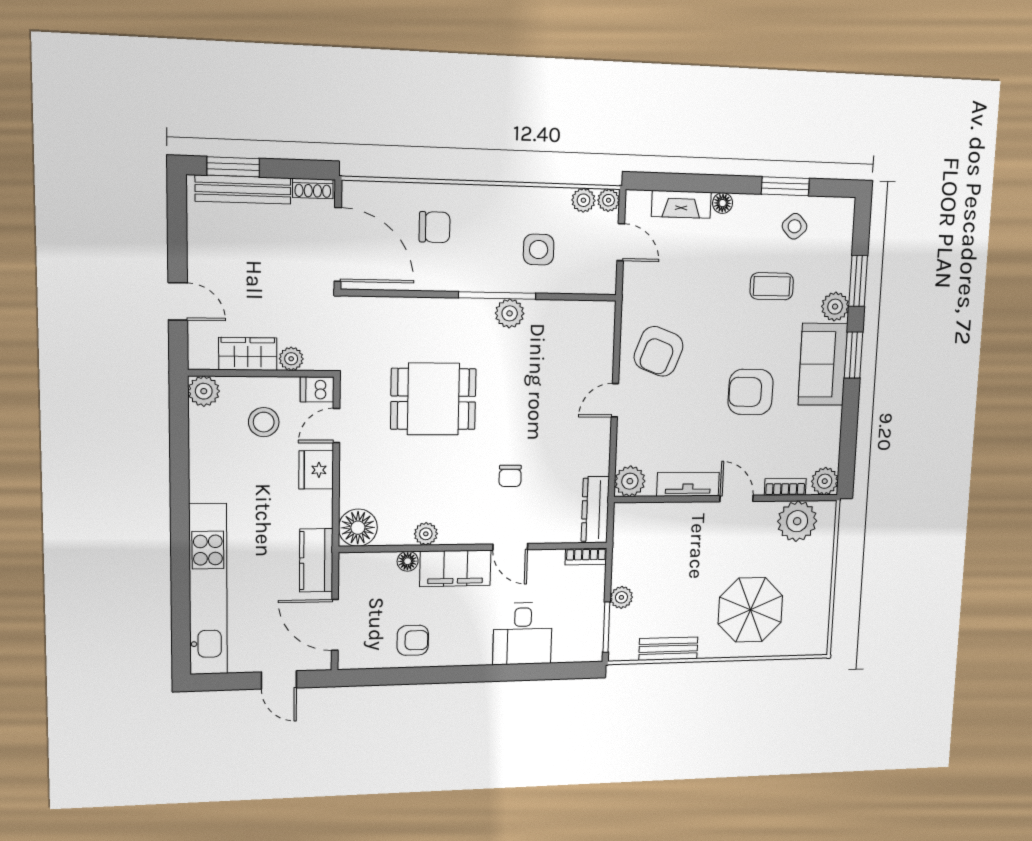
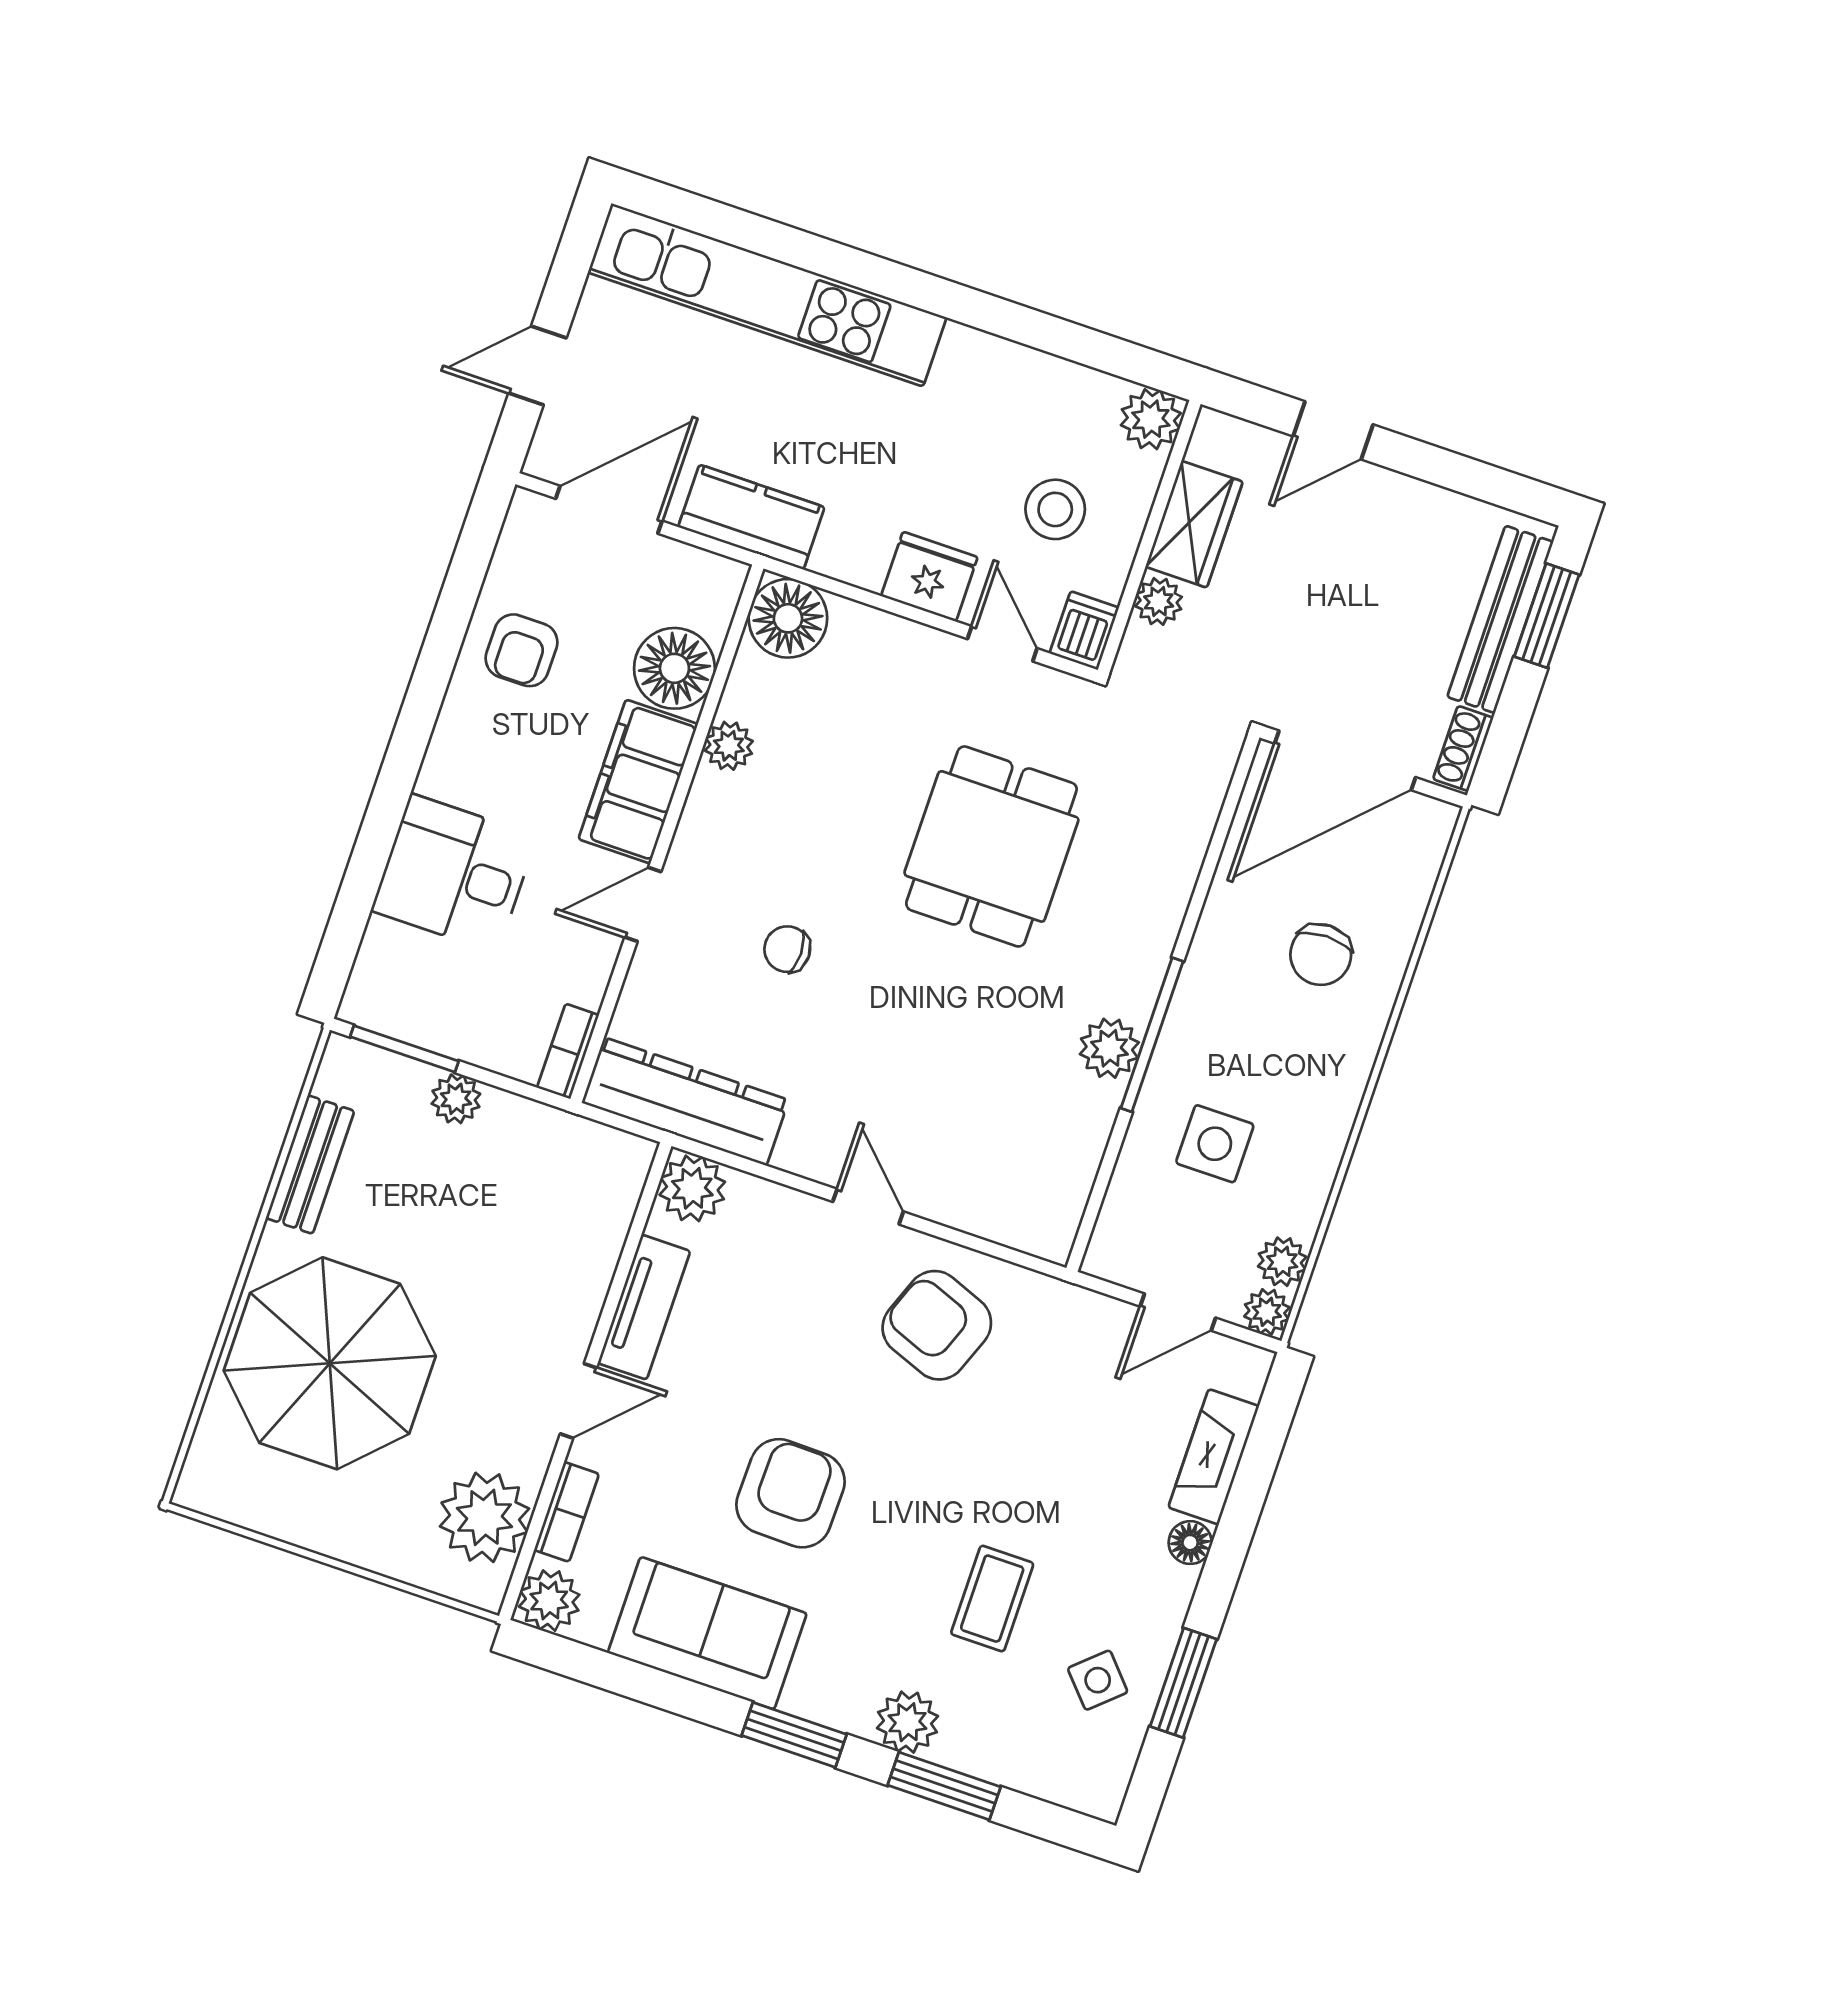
sofa: (823, 364) -> (707, 1633), moved
dresser: (595, 510) -> (685, 1101), width x1.37, depth x1.24
floor lamp: (408, 561) -> (674, 668), width x1.89, depth x1.89
parasol: (750, 610) -> (330, 1363), width x1.36, depth x1.36

